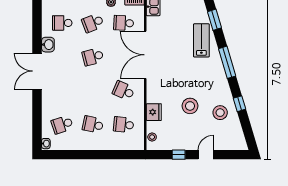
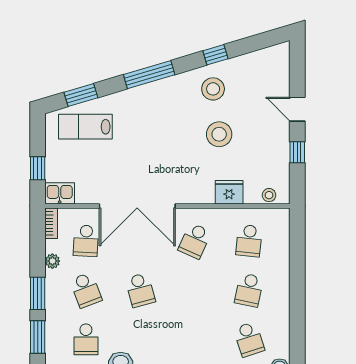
lab bench: (201, 40) -> (85, 127), moved
stool: (220, 113) -> (213, 89), moved

